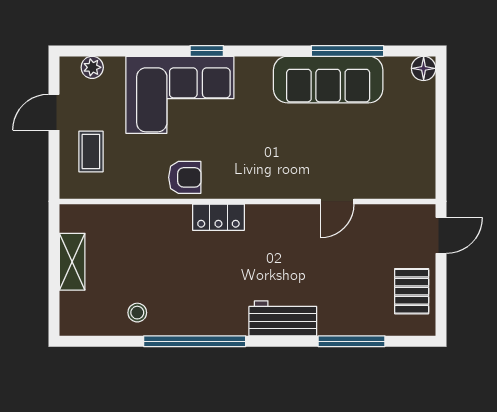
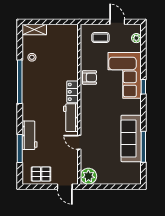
floor lamp: (424, 68) -> (136, 179), removed
armchair: (185, 177) -> (89, 77), turned -90
plant: (417, 180) -> (88, 176), added
workbench: (279, 221) -> (71, 118), added
shelving: (72, 262) -> (34, 30), moved
workbench: (283, 318) -> (29, 135), moved

